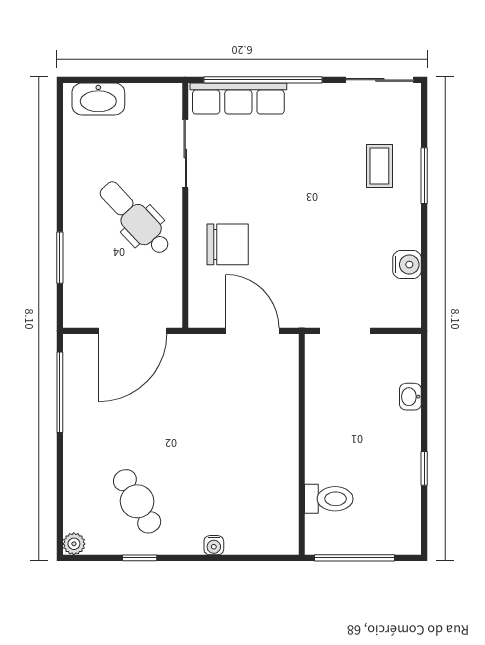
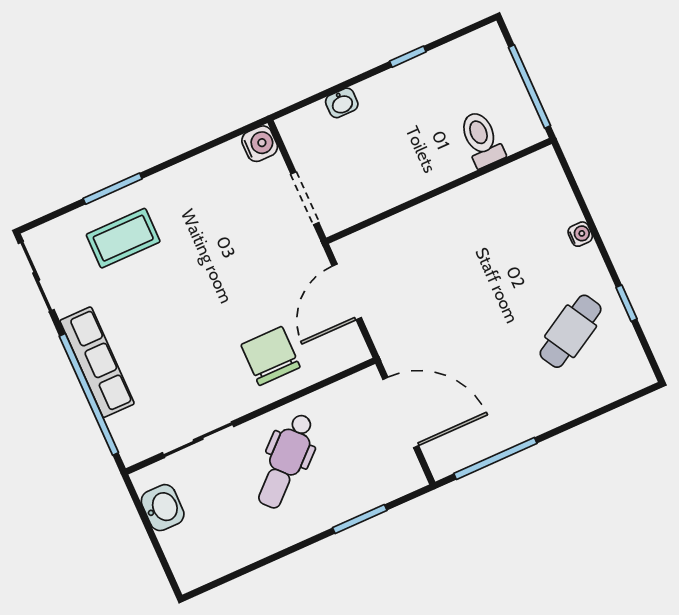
washbasin: (98, 99) -> (163, 508), moved, width x0.72
row of seats: (238, 99) -> (97, 362), moved
coffee table: (379, 166) -> (123, 238), width x1.36, depth x1.30
water cooler: (407, 265) -> (260, 144), moved, turned 90
plant: (74, 544) -> (642, 376), removed

